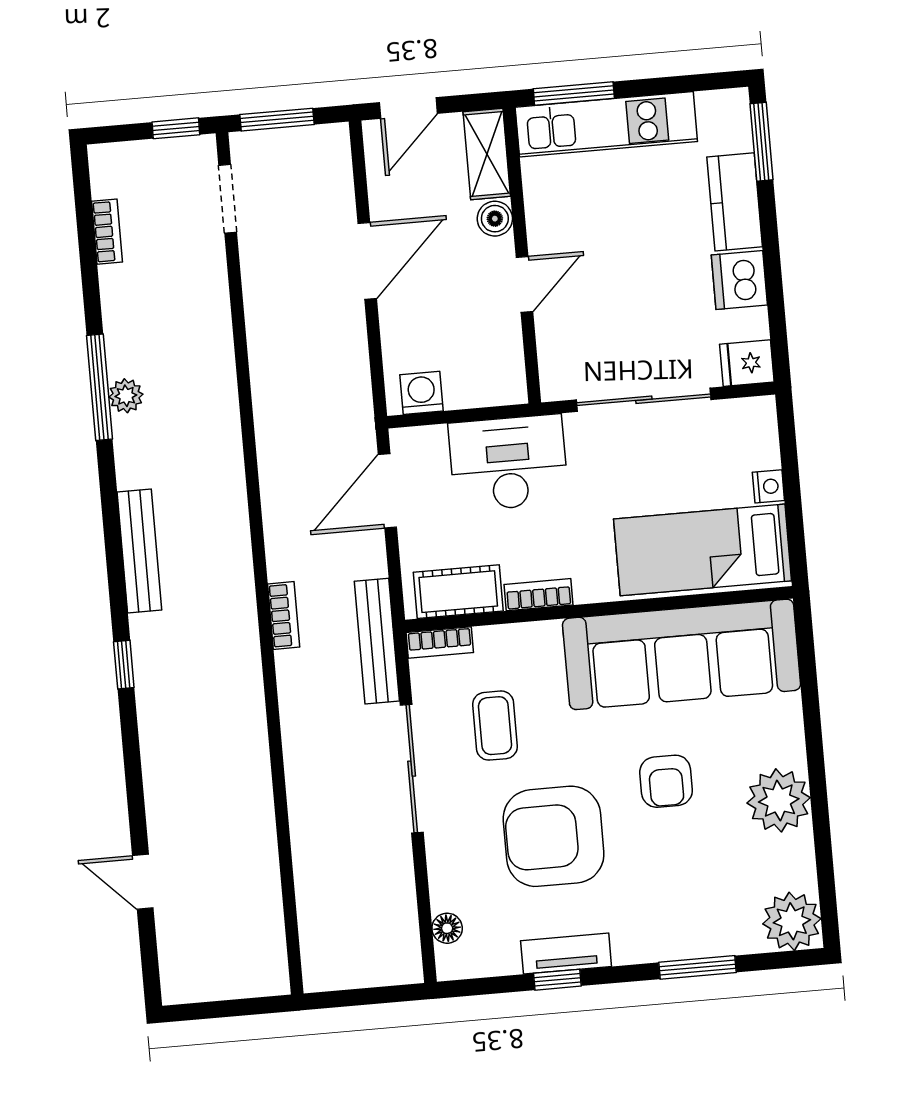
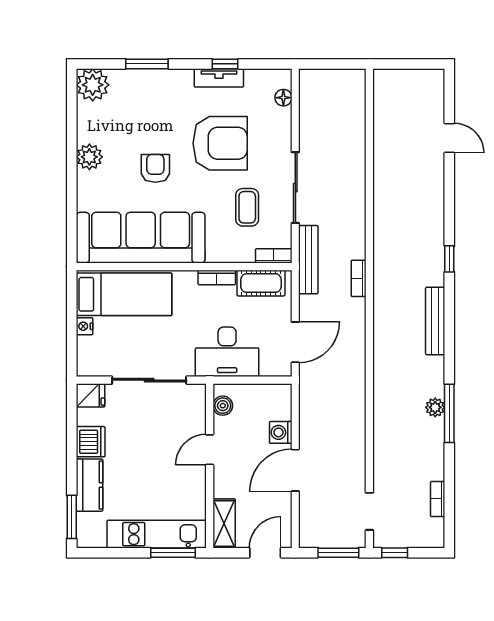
boiler: (495, 219) -> (223, 406), moved
washing machine: (421, 393) -> (281, 432), moved, turned 90
plant: (779, 800) -> (89, 157), width x0.73, depth x0.73

